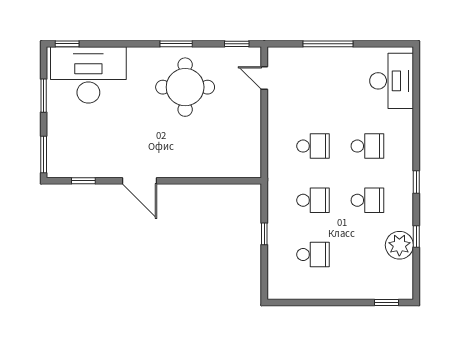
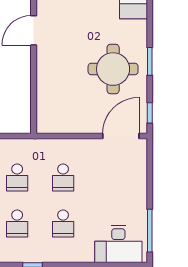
window: (328, 44) -> (150, 231), moved
door: (264, 78) -> (121, 136), width x1.87

